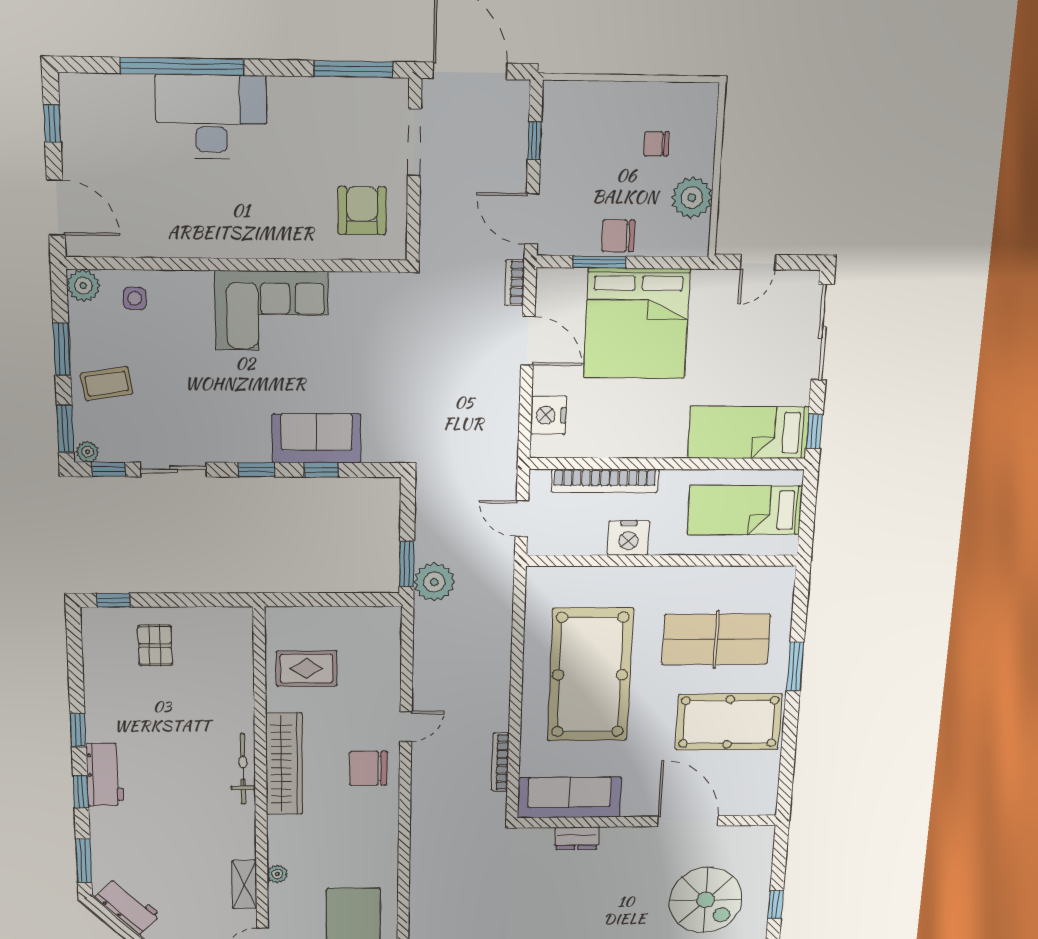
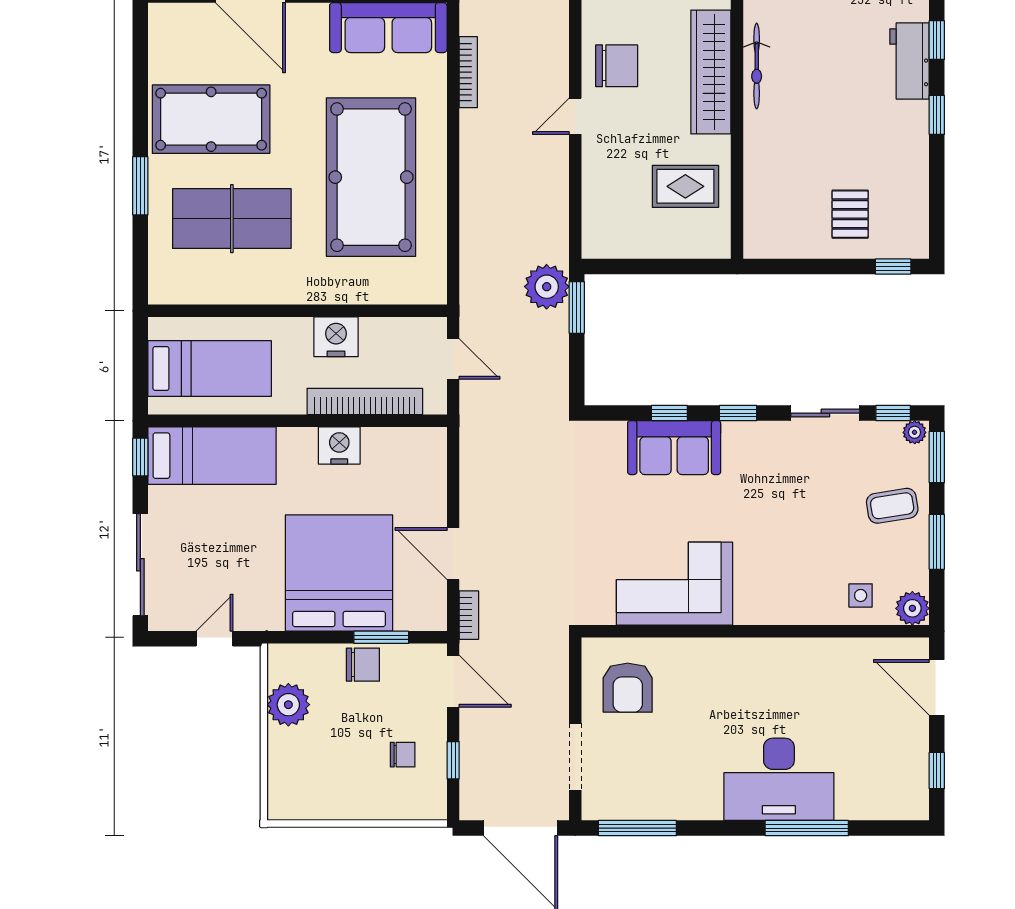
window: (182, 66) -> (807, 828), width x0.68
chair: (656, 144) -> (403, 755), moved
corner sofa: (272, 311) -> (675, 584), moved
nightstand: (549, 415) -> (339, 445), moved, turned -90

